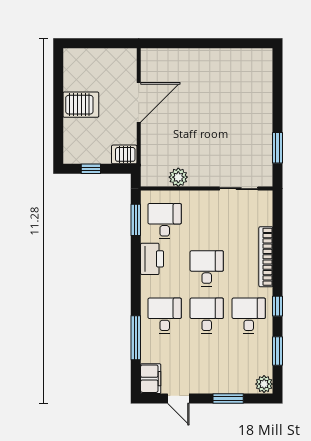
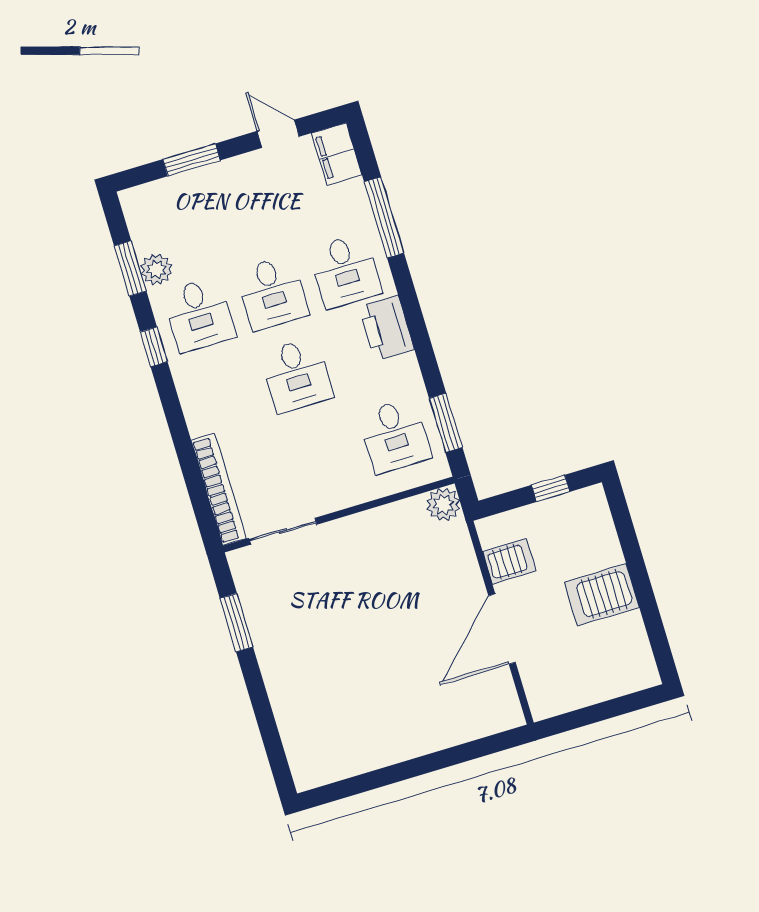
server rack: (124, 154) -> (509, 561), moved
plant: (178, 177) -> (443, 505), moved
bookcase: (266, 257) -> (219, 489), moved
printer: (152, 259) -> (386, 328), moved
plant: (264, 384) -> (156, 270), moved

